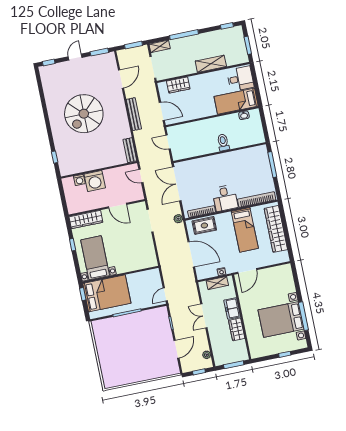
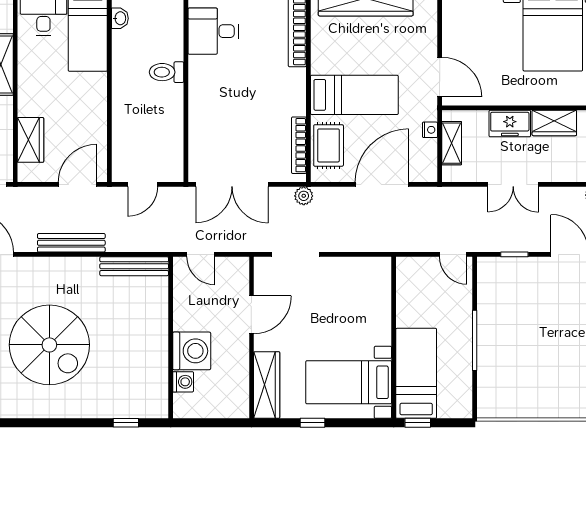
bench: (130, 150) -> (134, 266), width x1.36
door: (141, 176) -> (201, 254), hinge flipped
desk: (225, 198) -> (213, 31), moved, turned 180
bed: (245, 230) -> (354, 95), moved
bed: (107, 293) -> (416, 373), width x0.67

